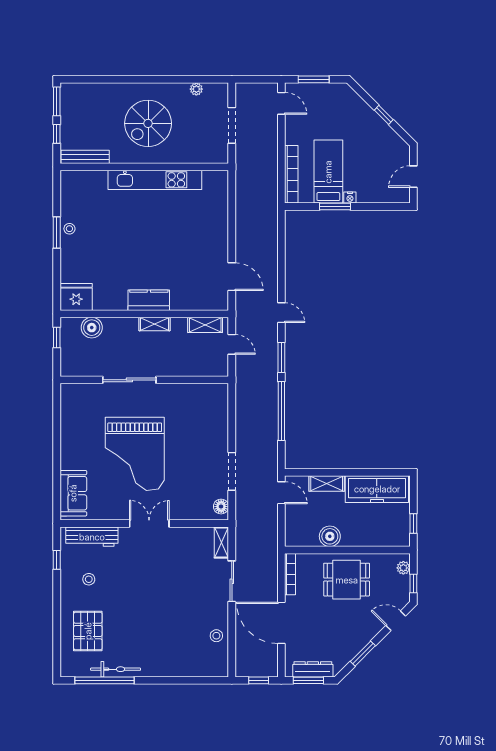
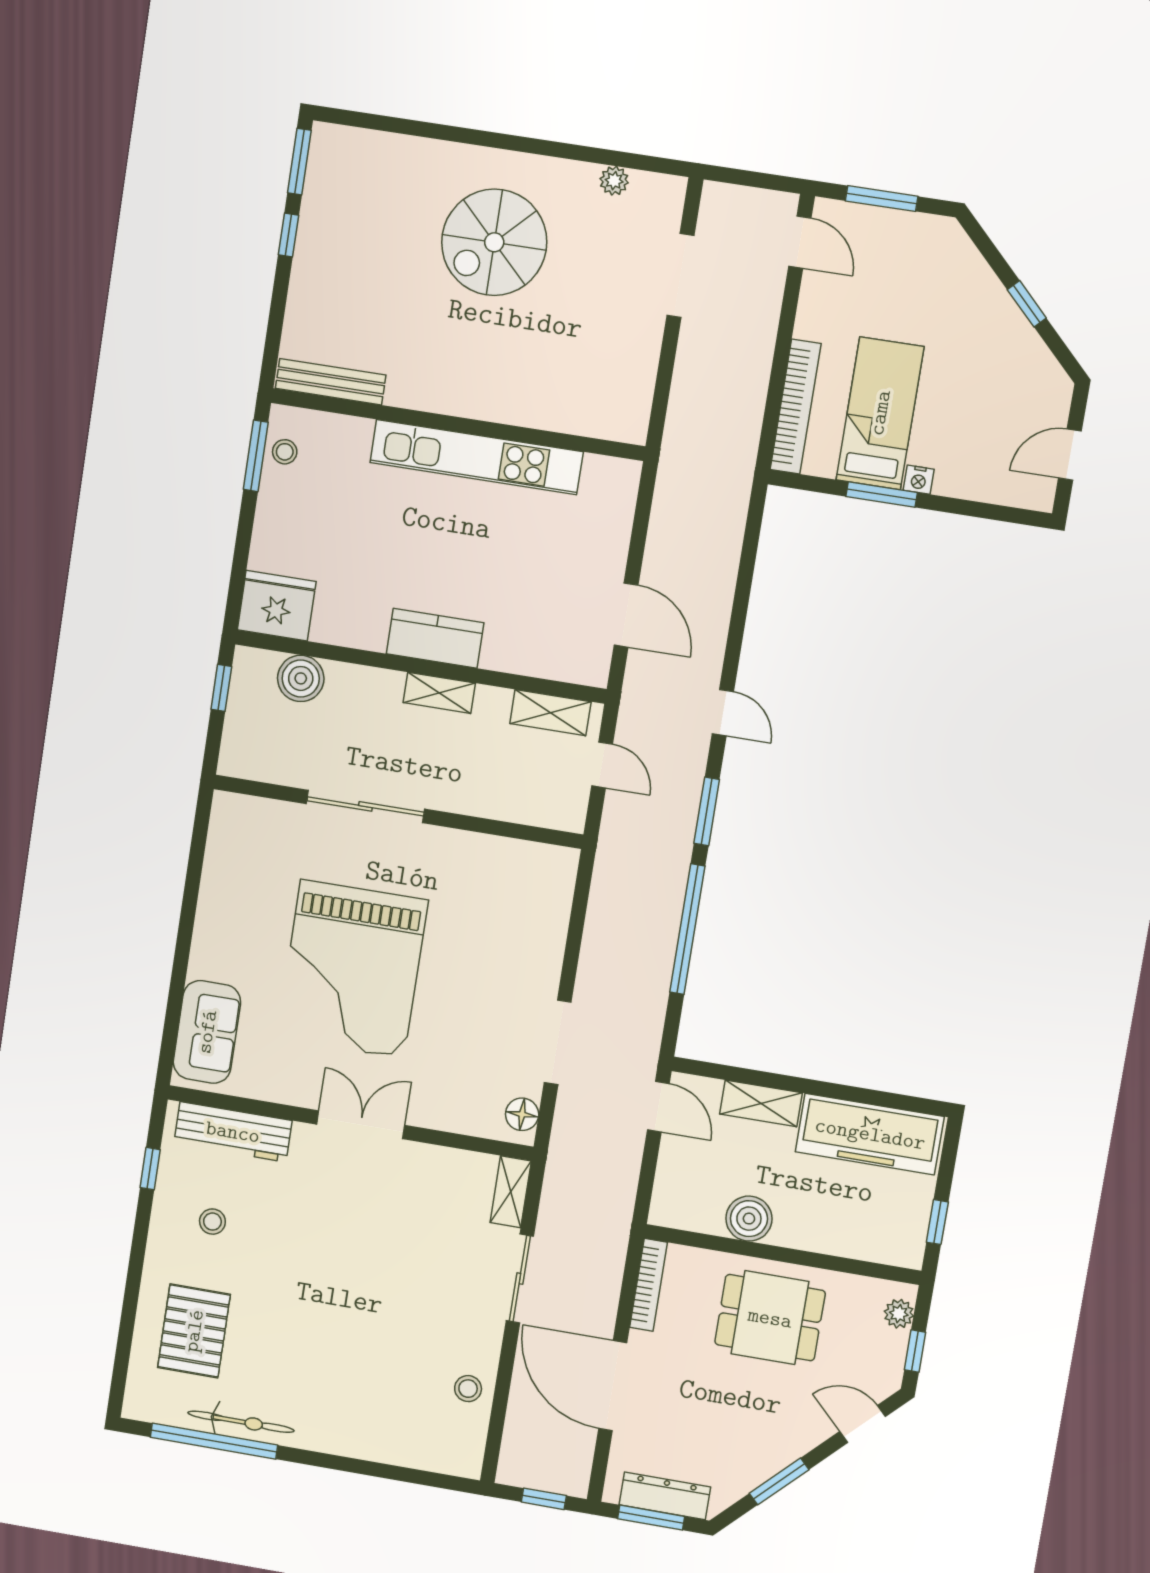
bench: (85, 157) -> (331, 382), moved
wall: (144, 167) -> (458, 424), moved
kitchen unit: (155, 180) -> (476, 457), moved

